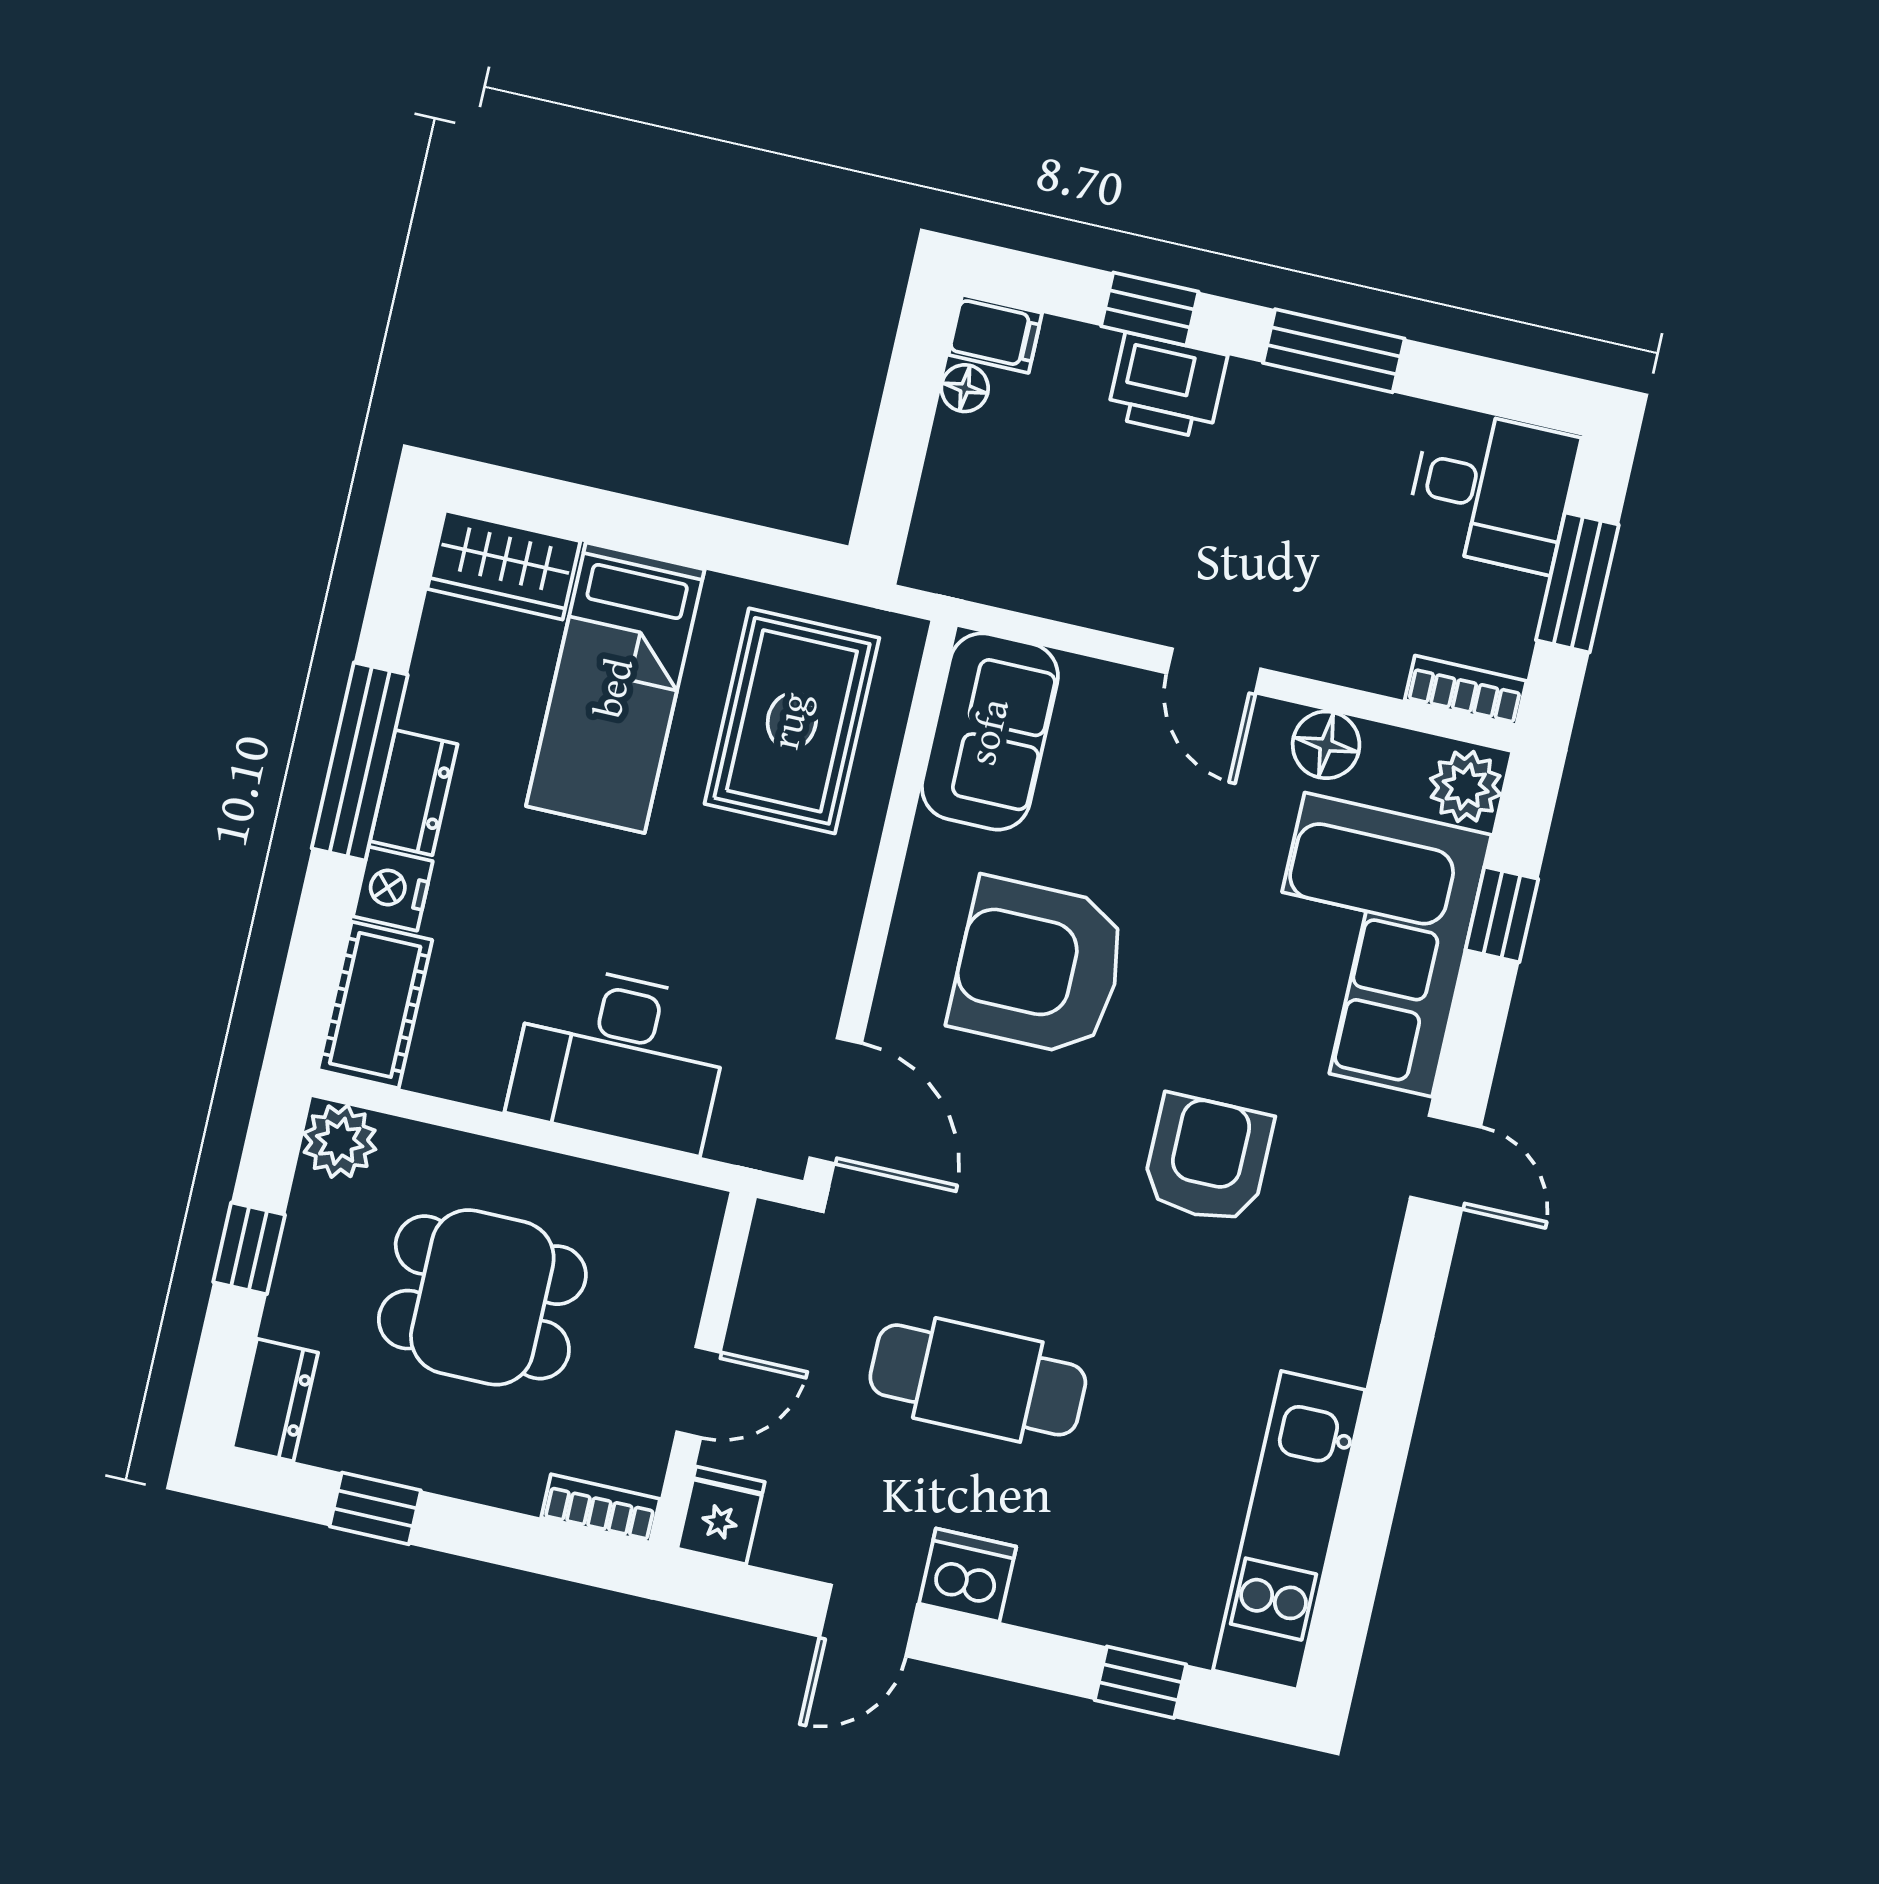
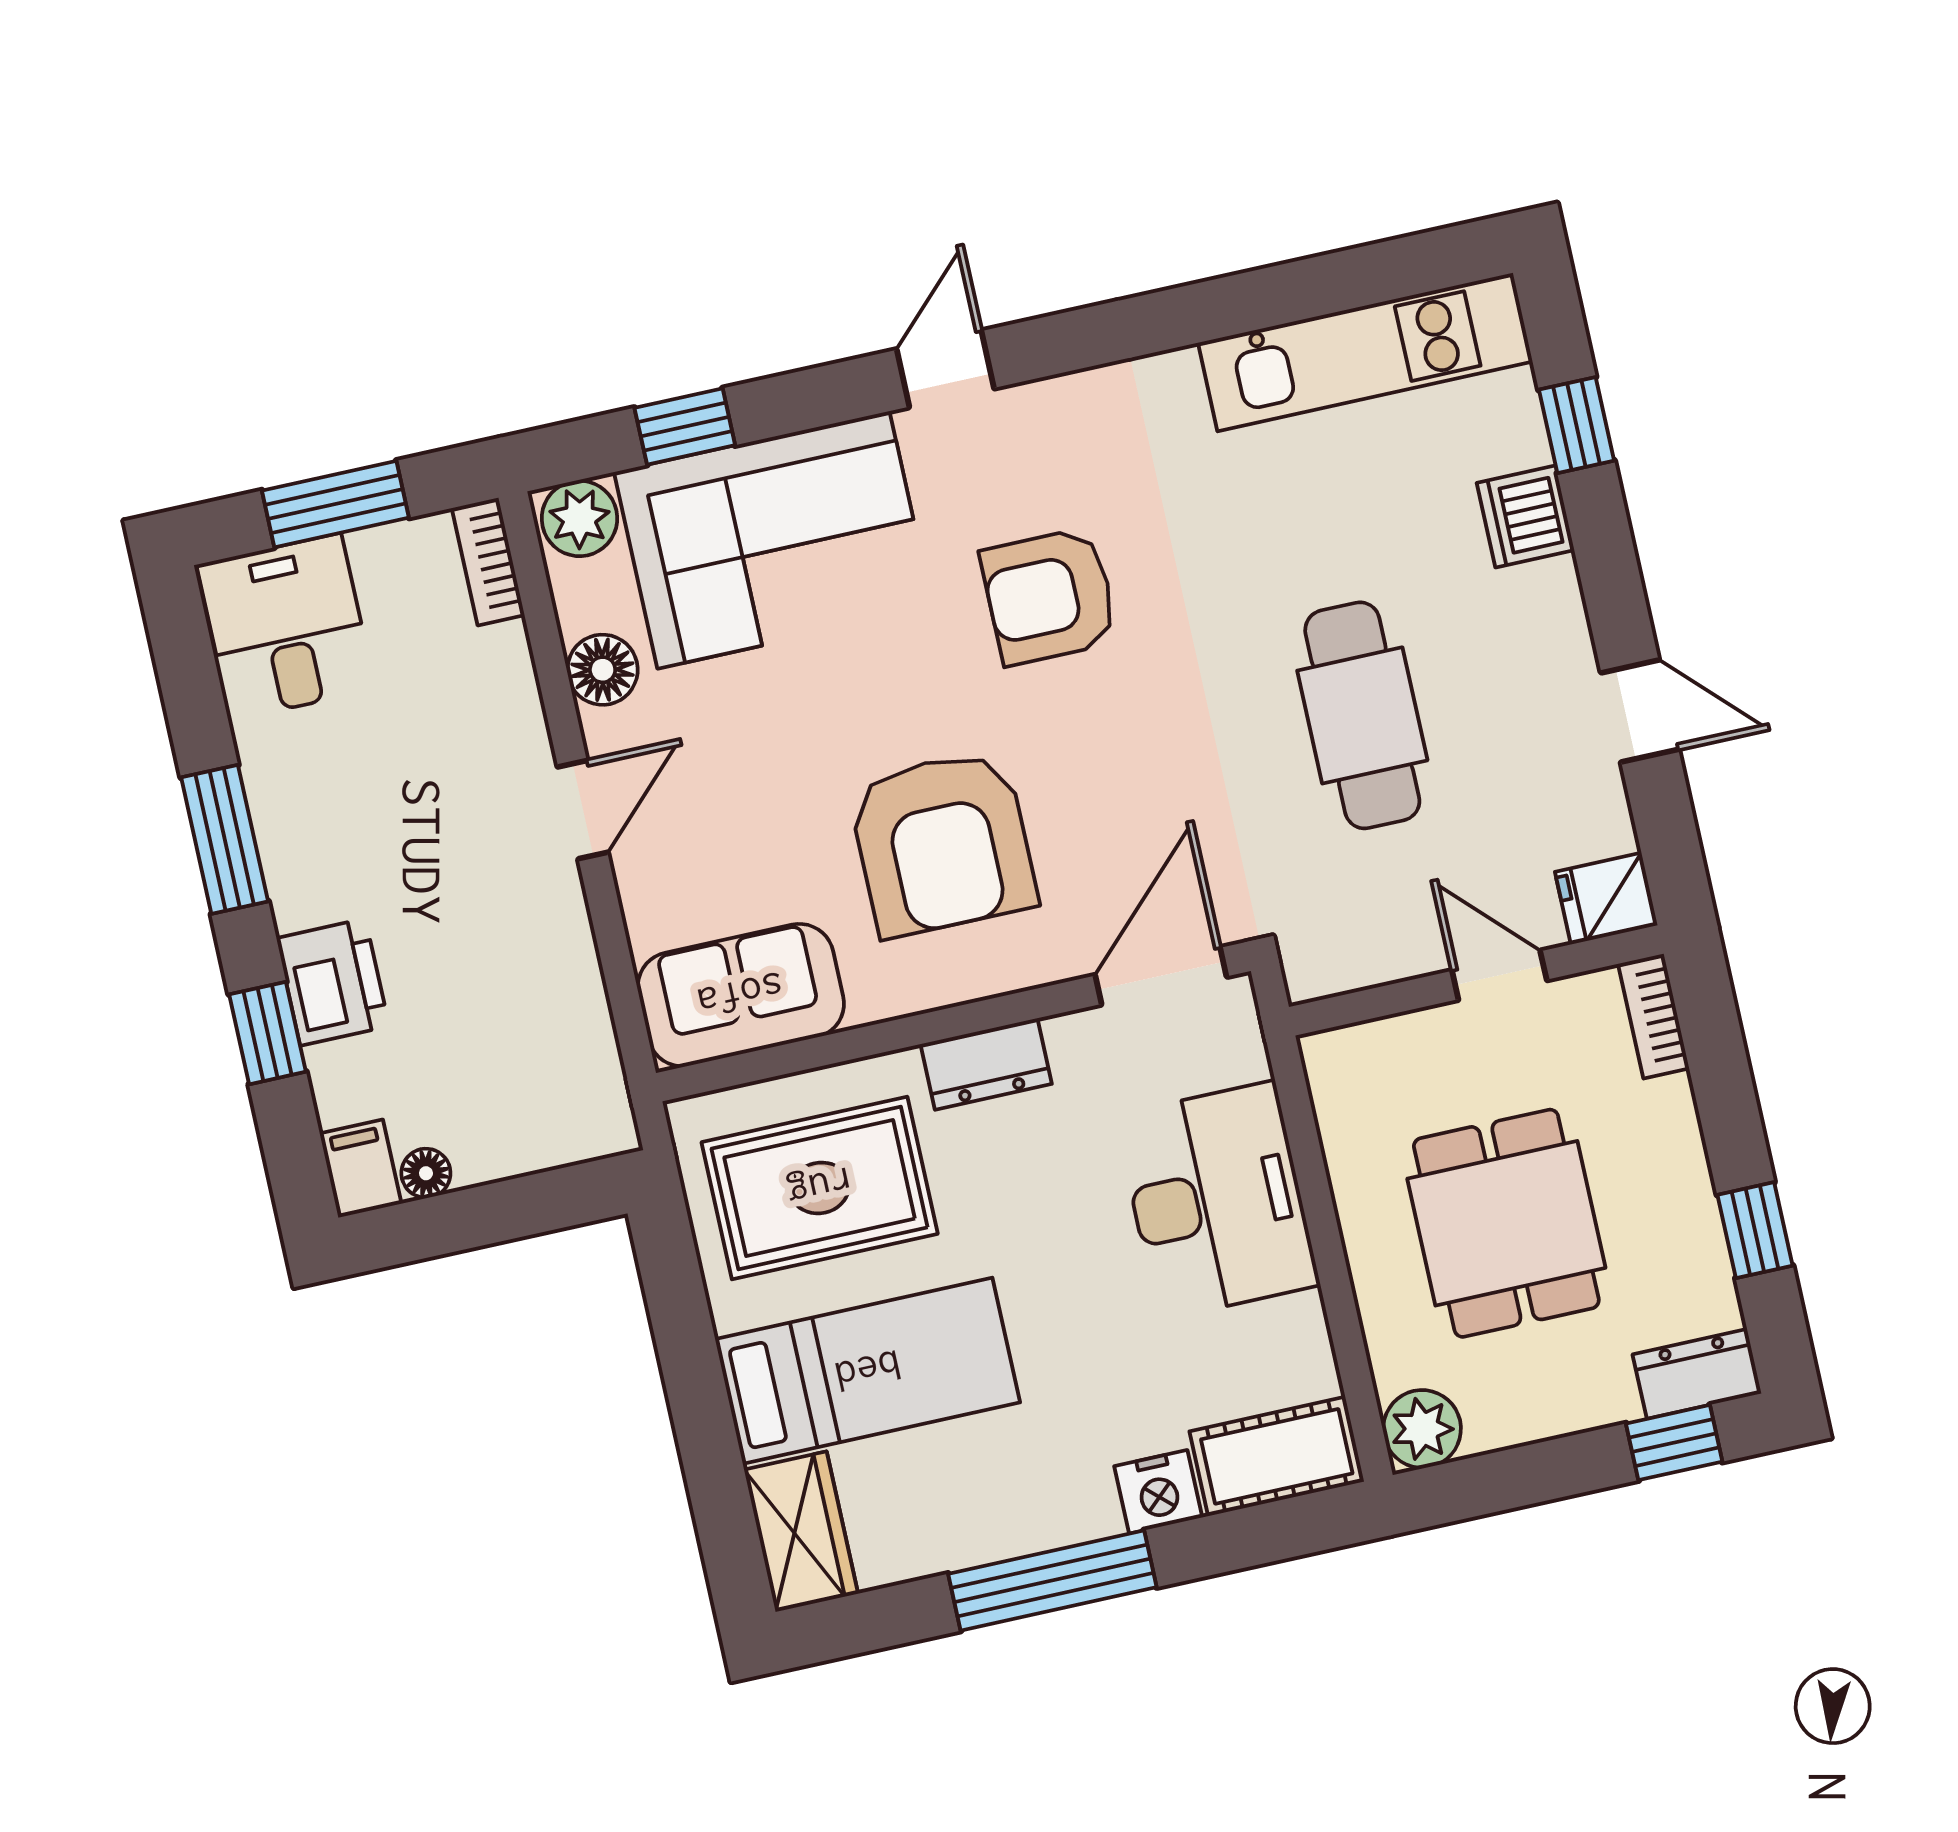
dresser: (414, 793) -> (986, 1064), moved, turned 180
window: (249, 1248) -> (1674, 1443), moved
dishwasher: (968, 1575) -> (1525, 516), moved

